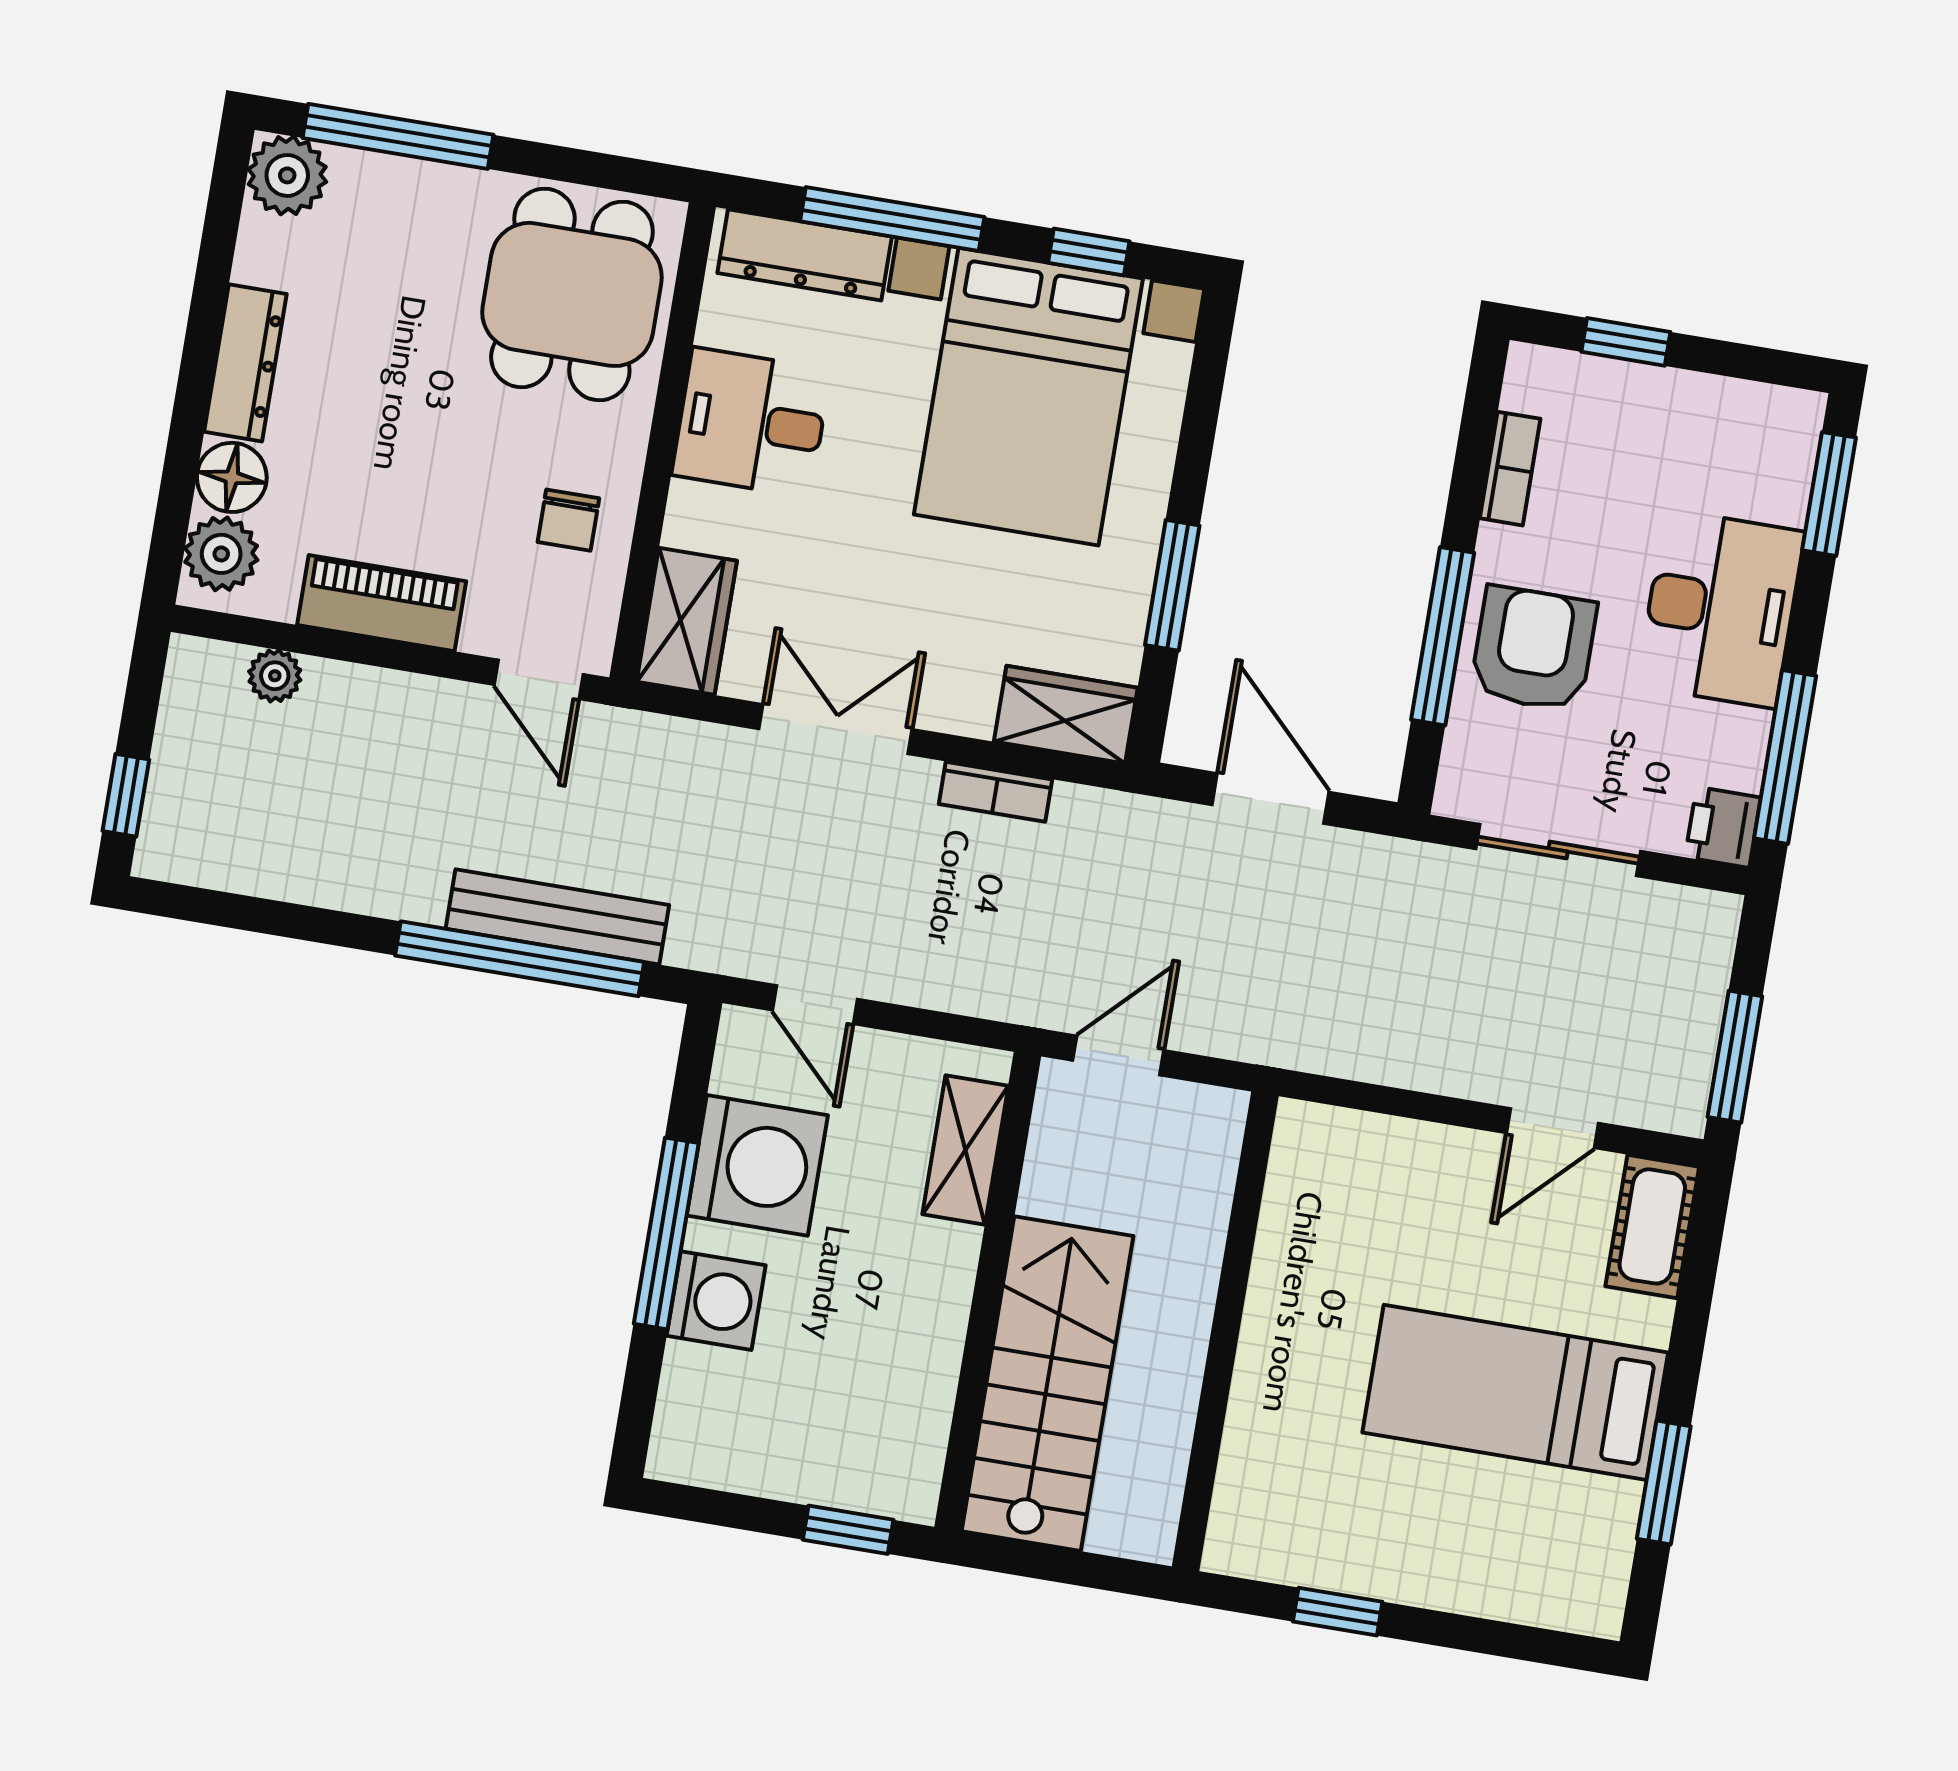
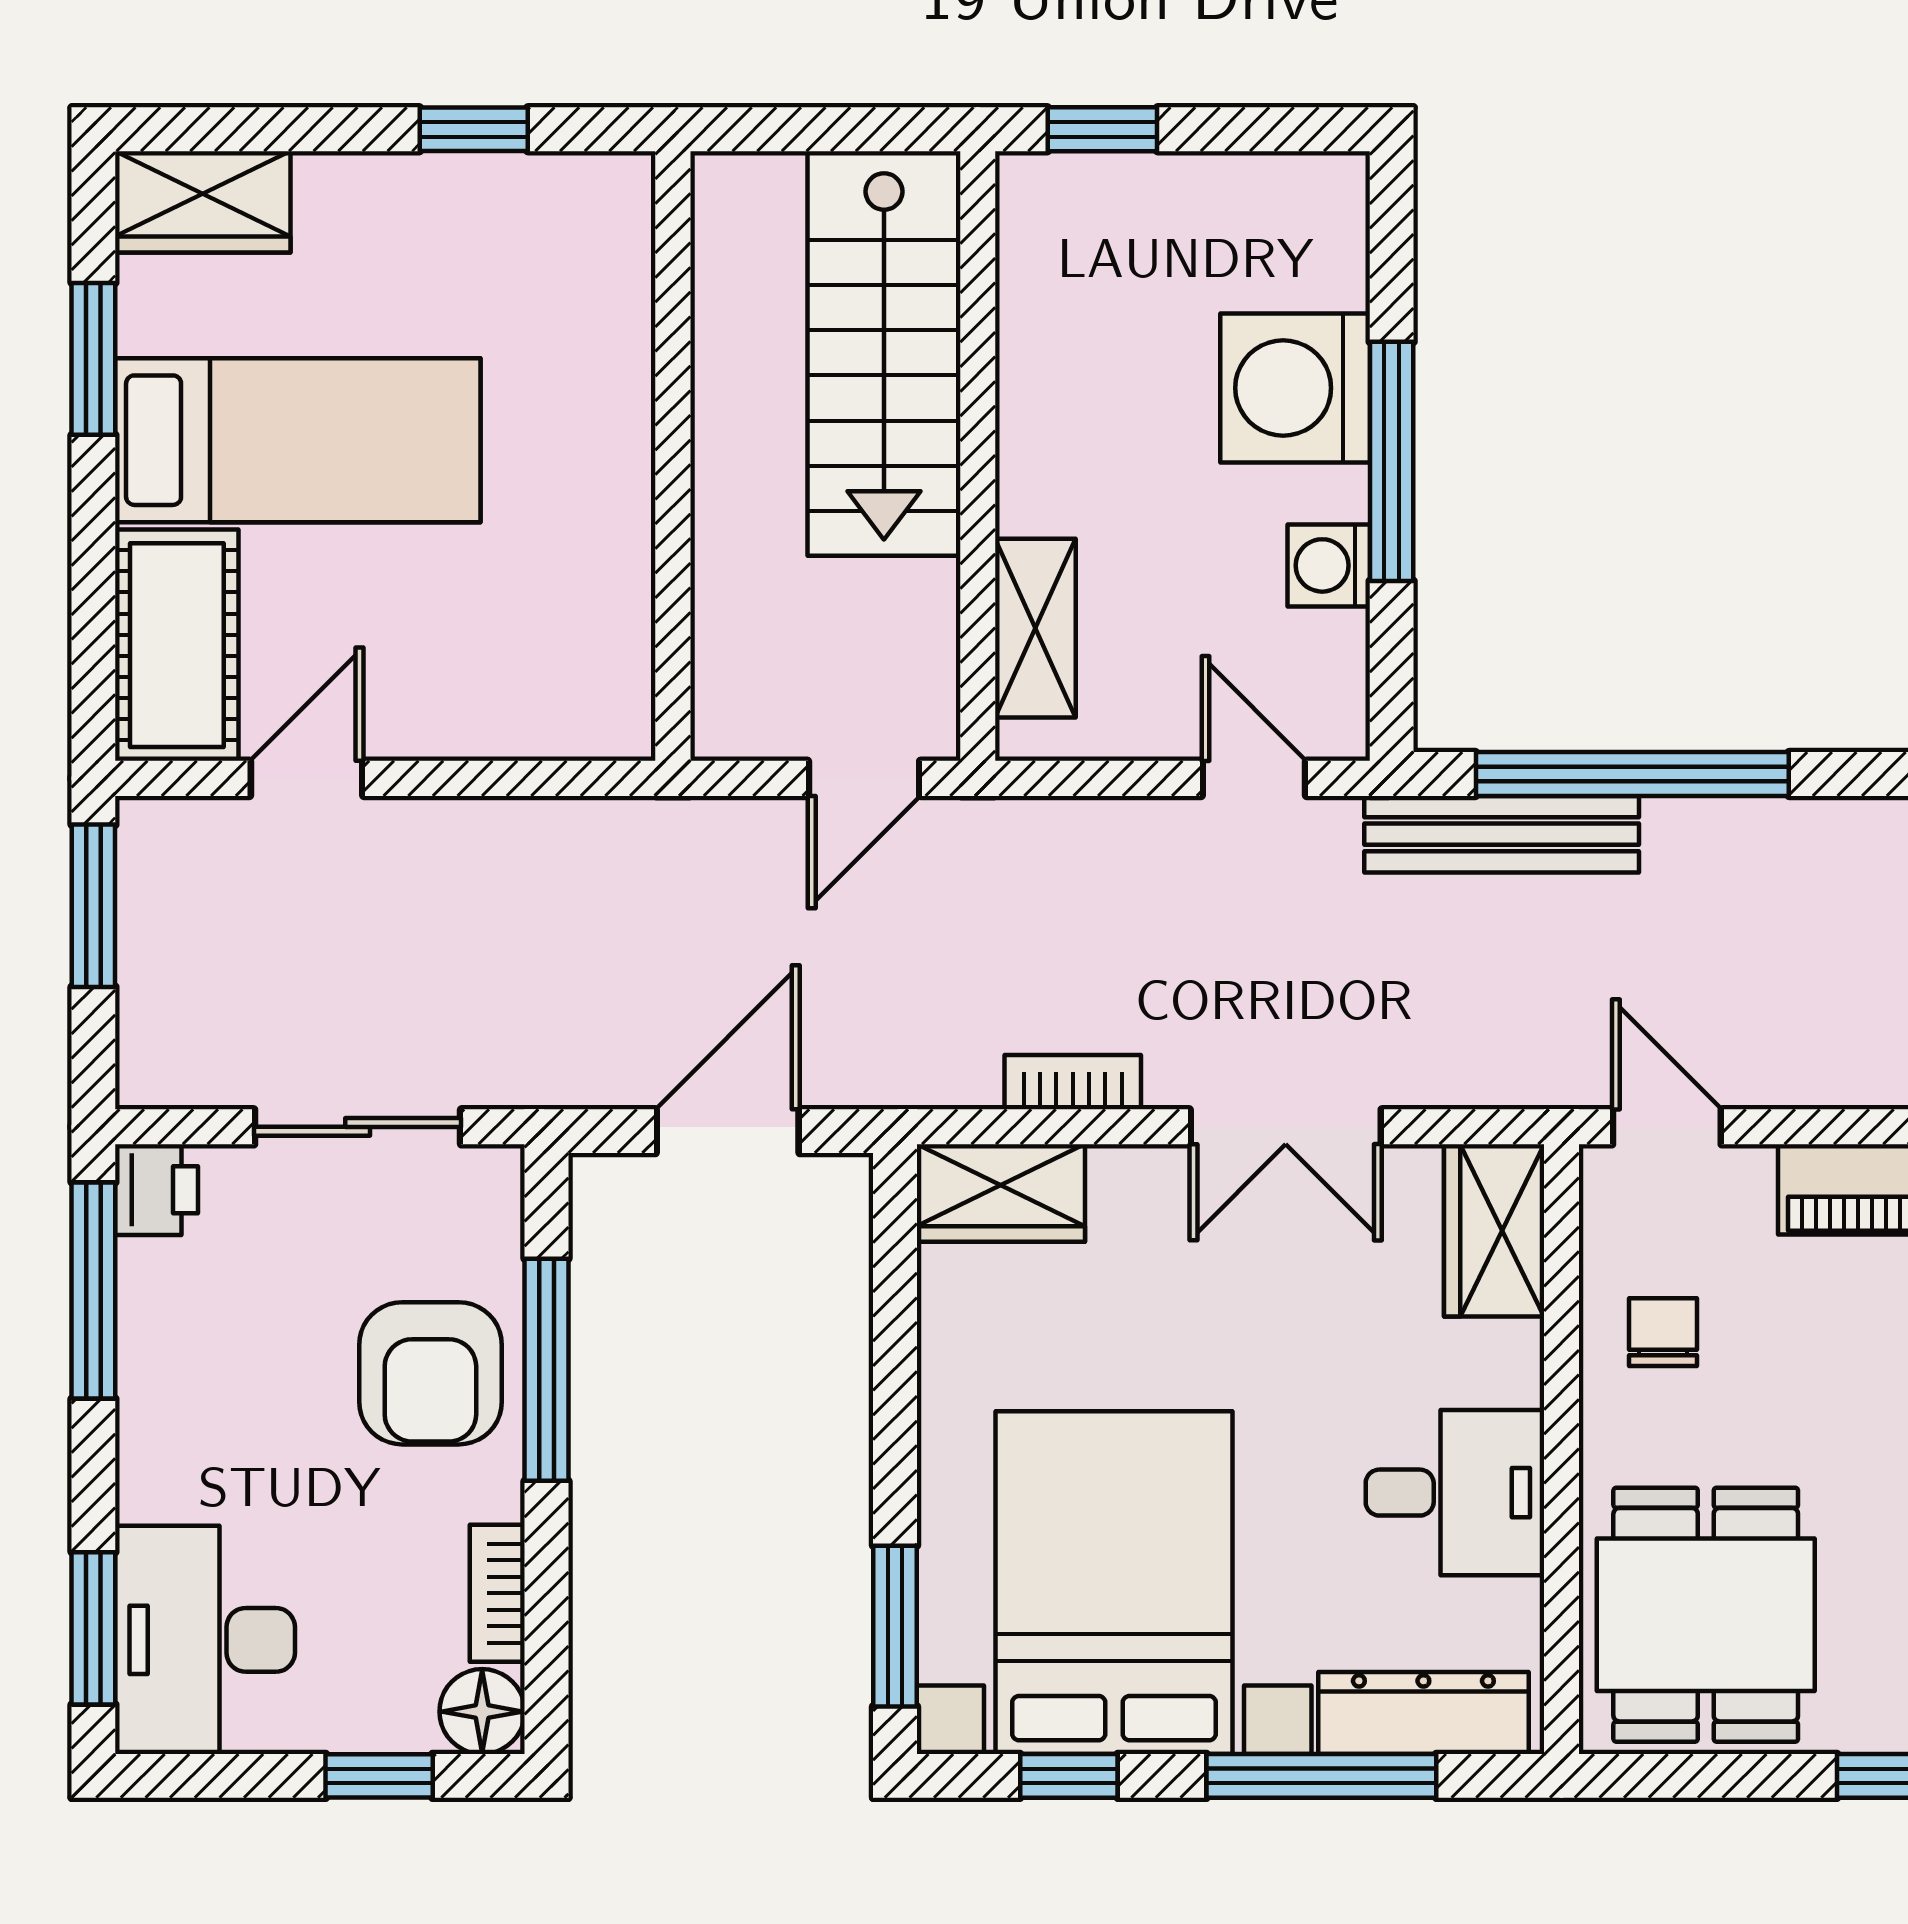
floor lamp: (1537, 379) -> (482, 1712), added
window: (1172, 585) -> (895, 1626), moved
desk: (1721, 609) -> (205, 1640), moved
door: (1271, 798) -> (728, 1131), swing flipped
bench: (557, 917) -> (1502, 834), moved
washing machine: (757, 1165) -> (1329, 565), width x0.53, depth x0.53
cot: (1652, 1226) -> (177, 645), width x1.37, depth x1.34
washing machine: (716, 1301) -> (1295, 388), width x1.37, depth x1.37
wardrobe: (1558, 1590) -> (203, 202), added

